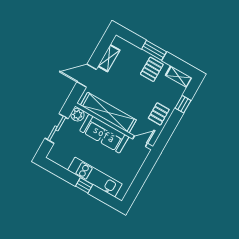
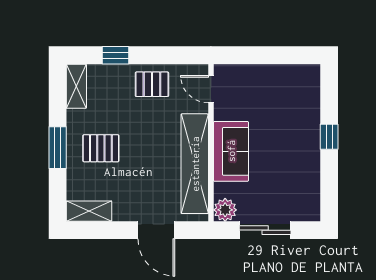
shelving: (109, 58) -> (89, 211), moved
pallet: (152, 69) -> (101, 148), moved
sofa: (104, 134) -> (231, 151), width x0.73
kitchen unit: (95, 177) -> (307, 128), removed

